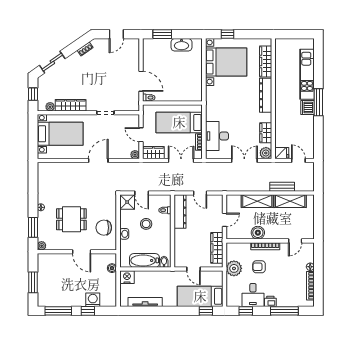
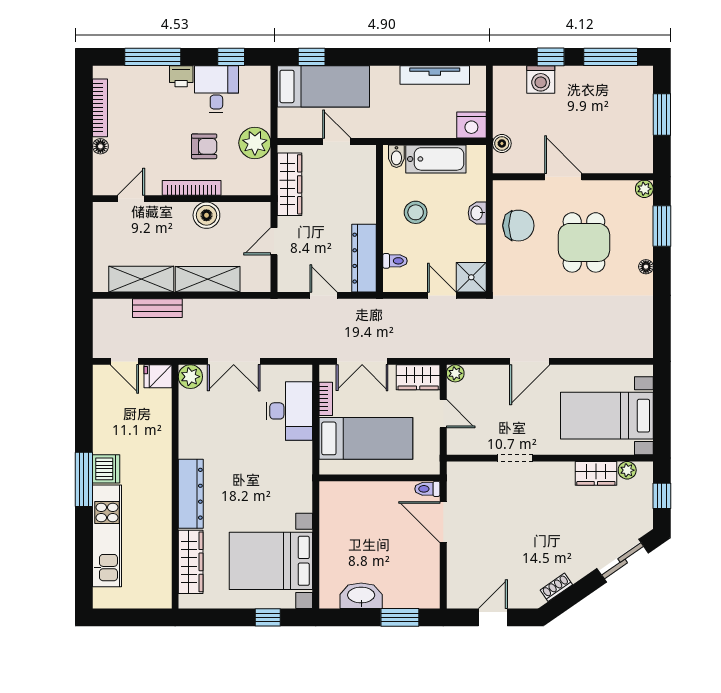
wardrobe: (71, 105) -> (596, 473), width x0.67
wardrobe: (266, 133) -> (190, 418), removed
dining table: (71, 219) -> (584, 242), turned 90
stool: (146, 224) -> (416, 212), moved

